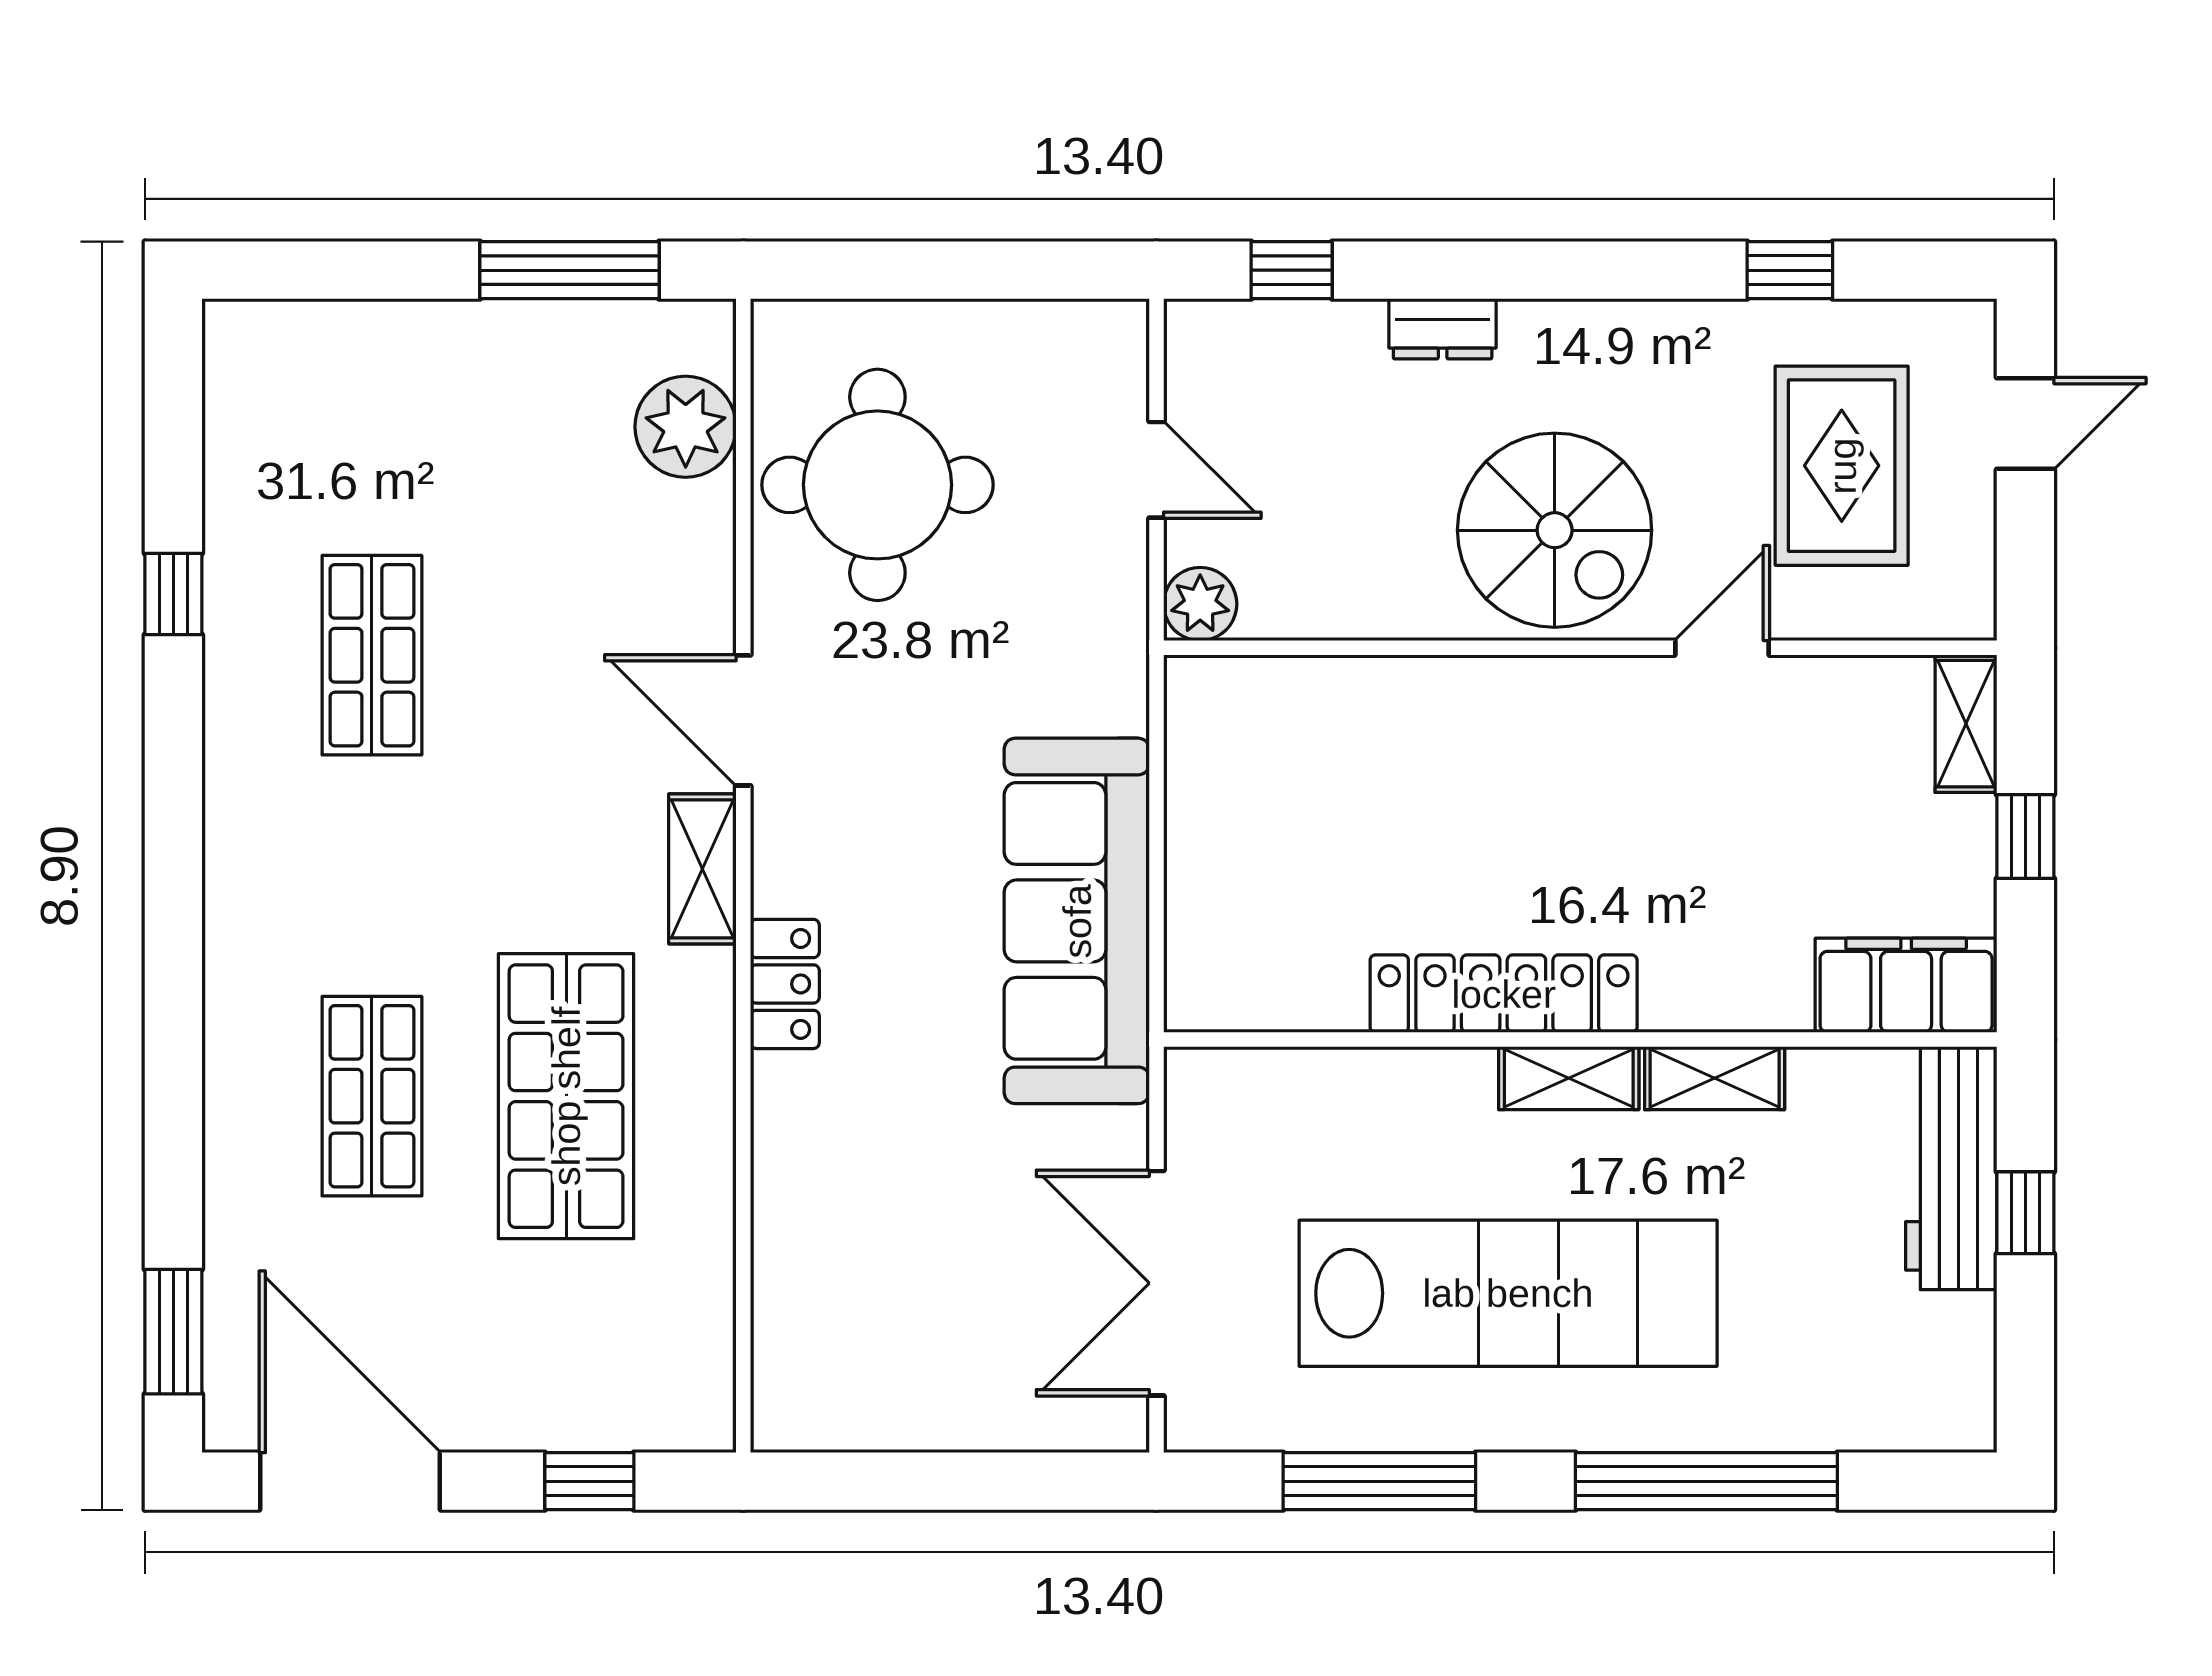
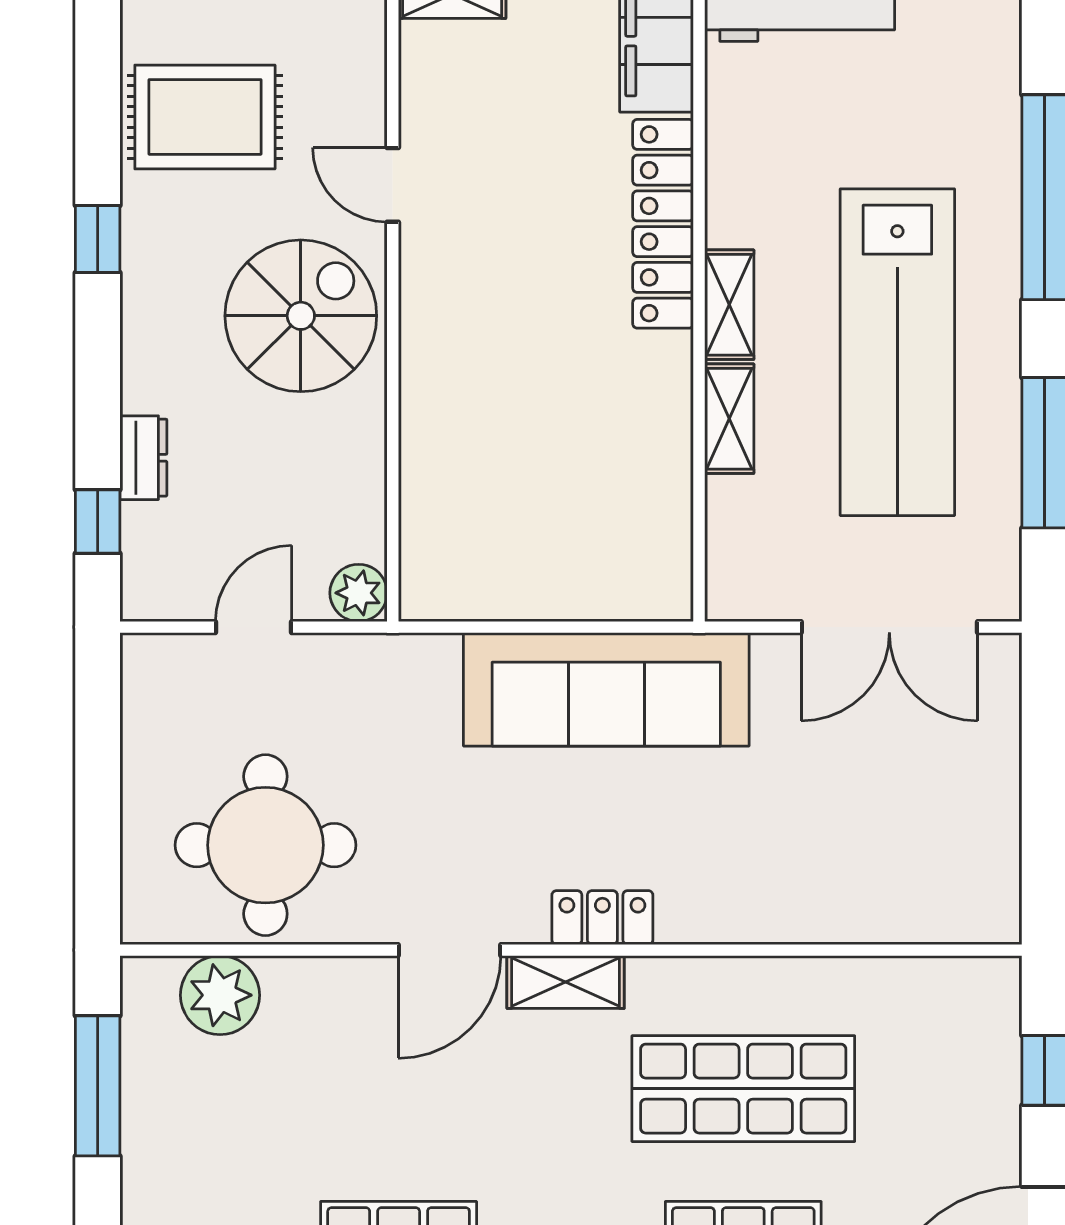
window: (1790, 270) -> (98, 239), moved
dresser: (1443, 329) -> (143, 458), moved
rug: (1842, 466) -> (205, 117), moved
locker: (785, 984) -> (602, 918), moved
locker: (1504, 994) -> (663, 224), moved
shelving: (1715, 1078) -> (729, 419), moved
lab bench: (1508, 1293) -> (897, 352), turned 180

